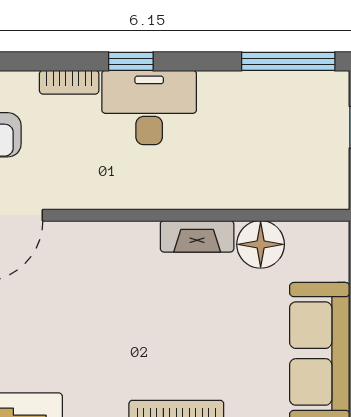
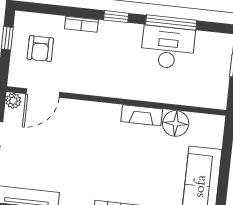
window: (288, 61) -> (171, 23), moved
desk: (149, 107) -> (168, 47), moved

